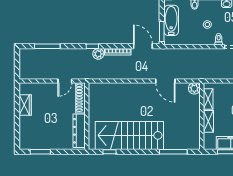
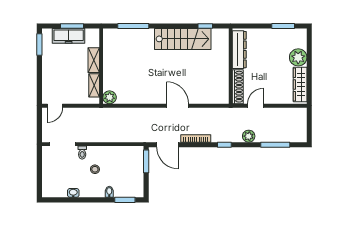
bathtub: (171, 20) -> (136, 174), removed
plant: (98, 54) -> (249, 136), moved
door: (165, 81) -> (178, 106), moved
wardrobe: (25, 105) -> (300, 84), width x1.50
plant: (27, 124) -> (298, 57), added
stairs: (129, 135) -> (183, 39), width x0.73, depth x0.66

